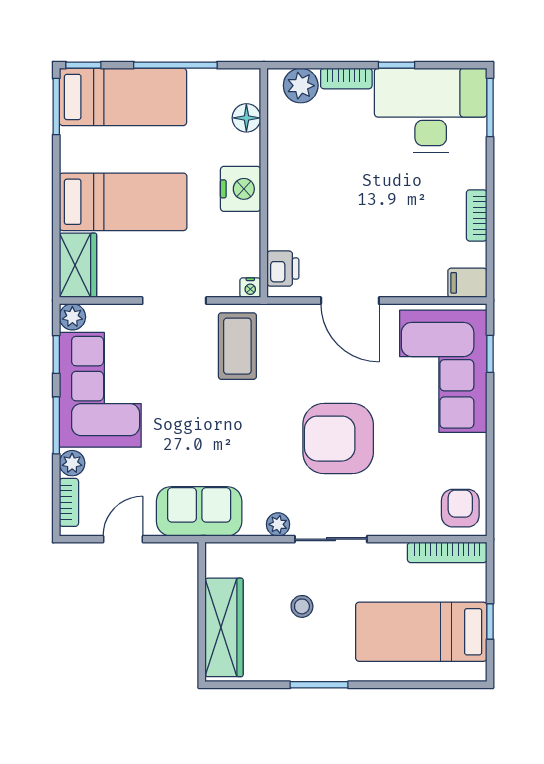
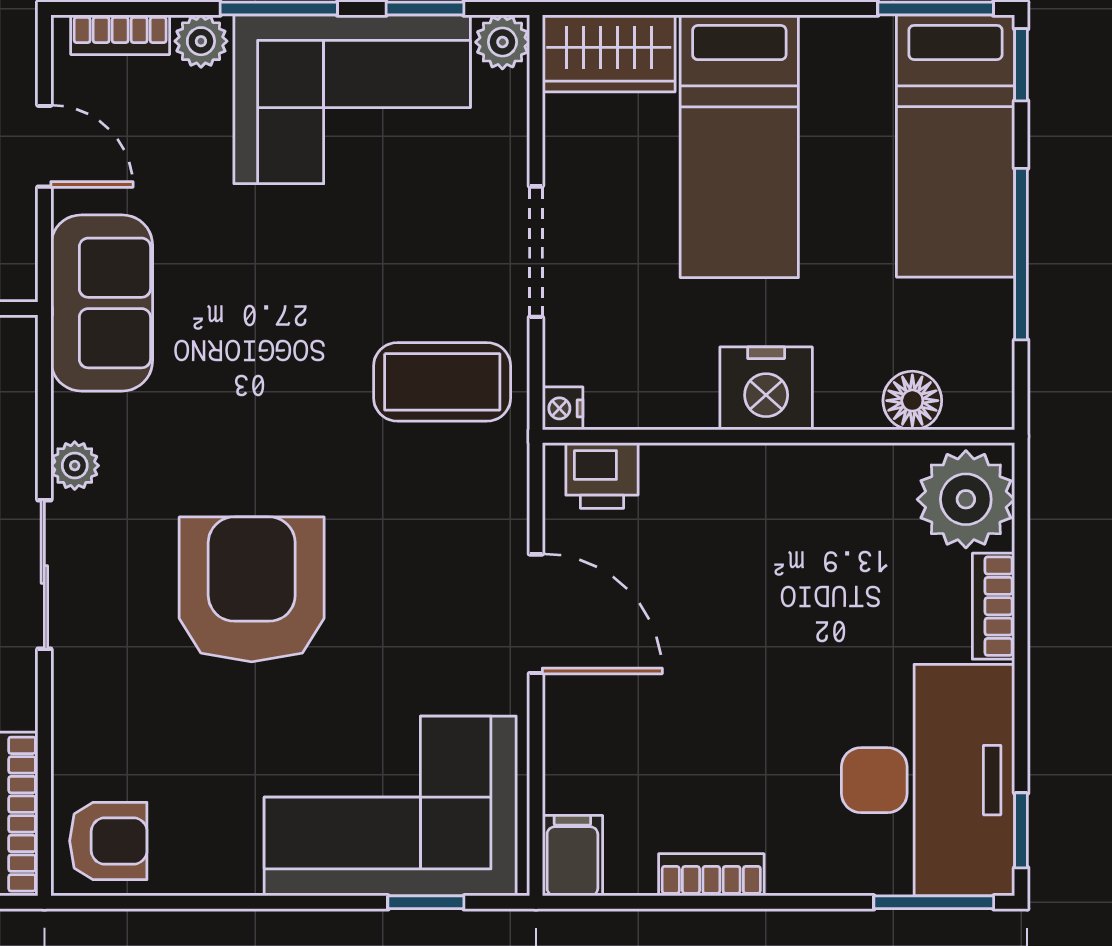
window: (397, 65) -> (1021, 830), moved
plant: (301, 86) -> (966, 499), width x1.36, depth x1.36
door: (350, 301) -> (536, 614), swing flipped

